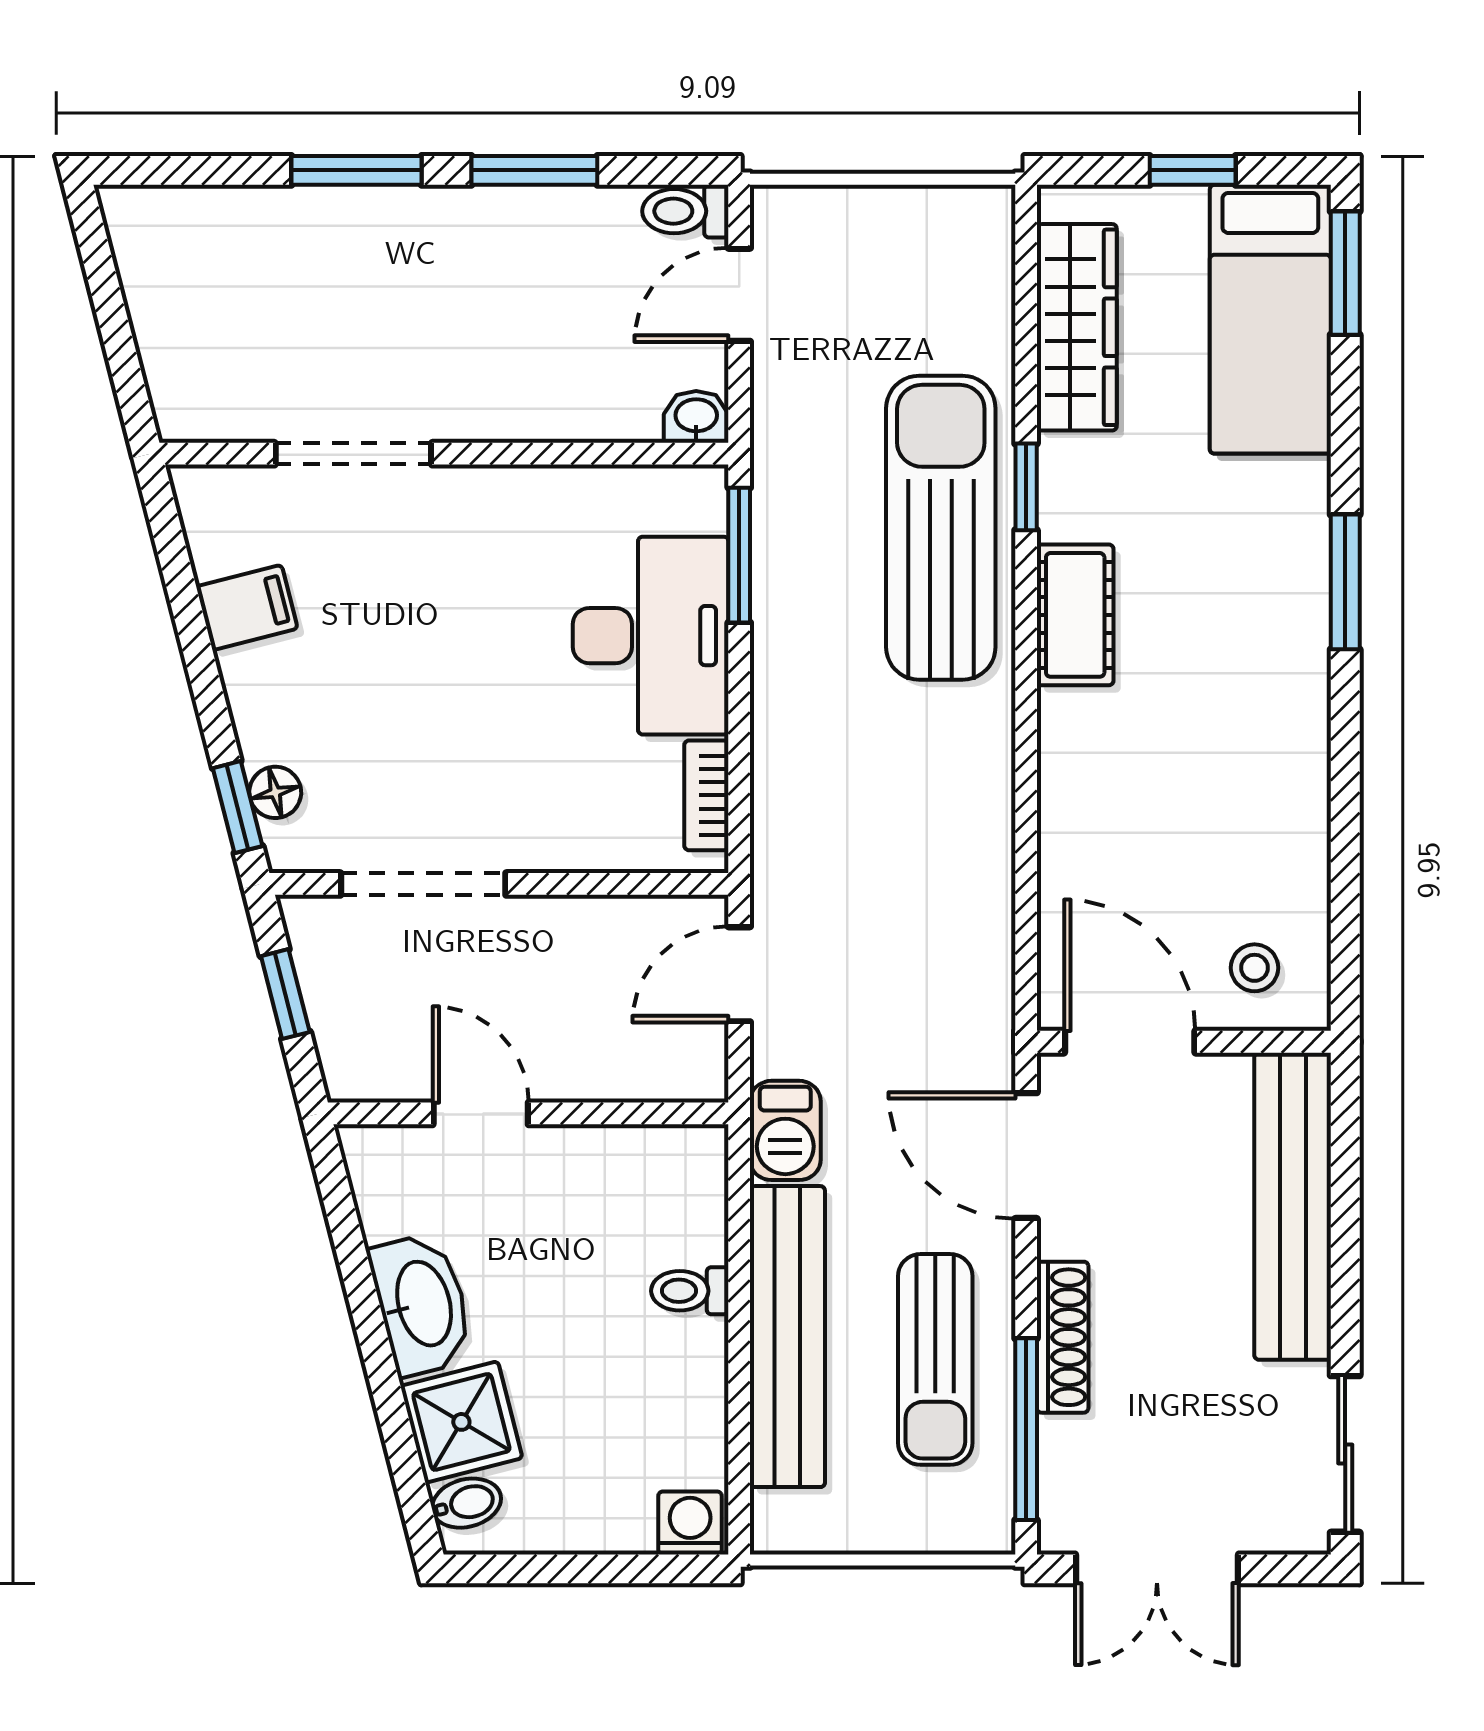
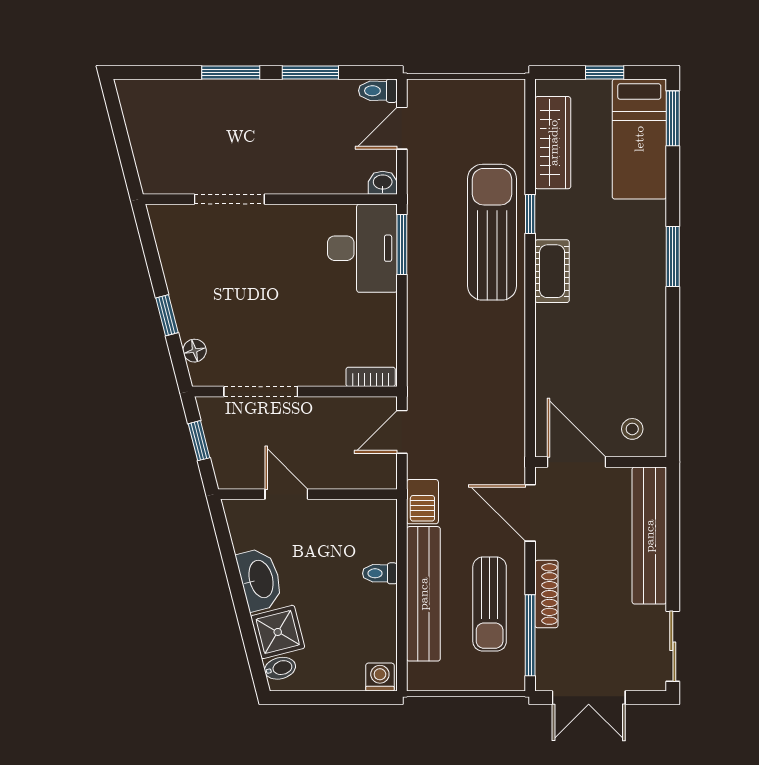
filing cabinet: (247, 608) -> (182, 268), removed
desk: (651, 636) -> (362, 248), moved
bookcase: (706, 795) -> (371, 377), moved, turned 90
window: (238, 807) -> (167, 315), moved

